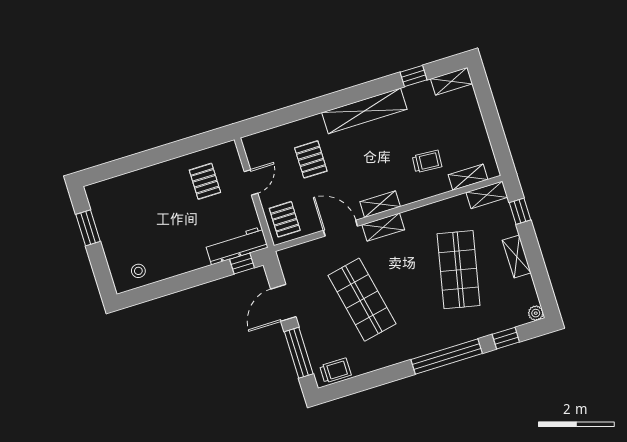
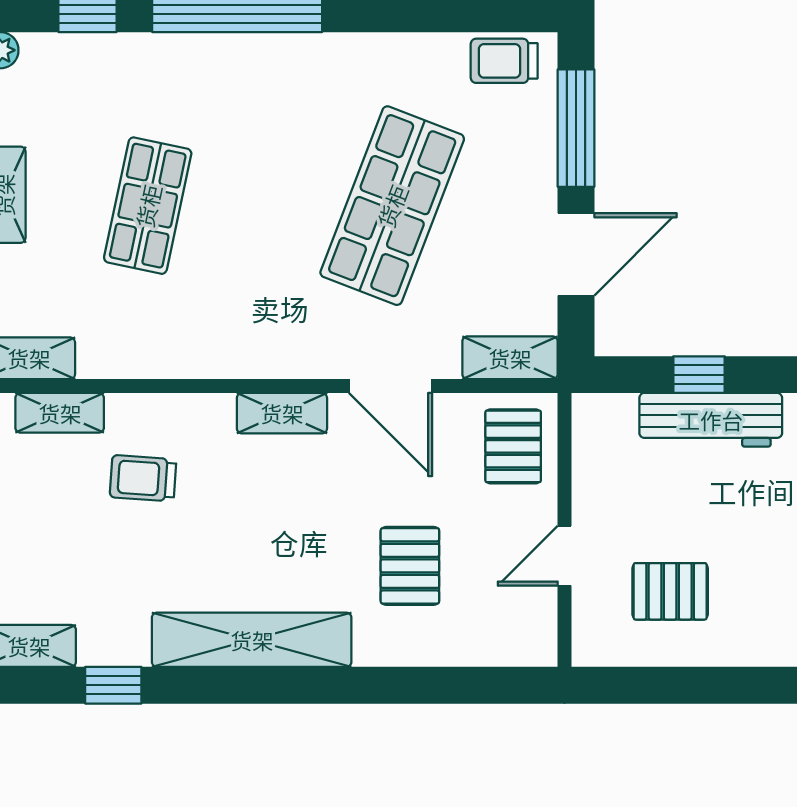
pallet: (205, 181) -> (670, 591), turned 90
shelving: (383, 227) -> (510, 358), moved
workbench: (237, 246) -> (711, 420), moved
window: (242, 264) -> (699, 375), moved
shop shelf: (458, 270) -> (148, 206), width x0.70, depth x0.74
shop shelf: (362, 300) -> (392, 206), turned 33

